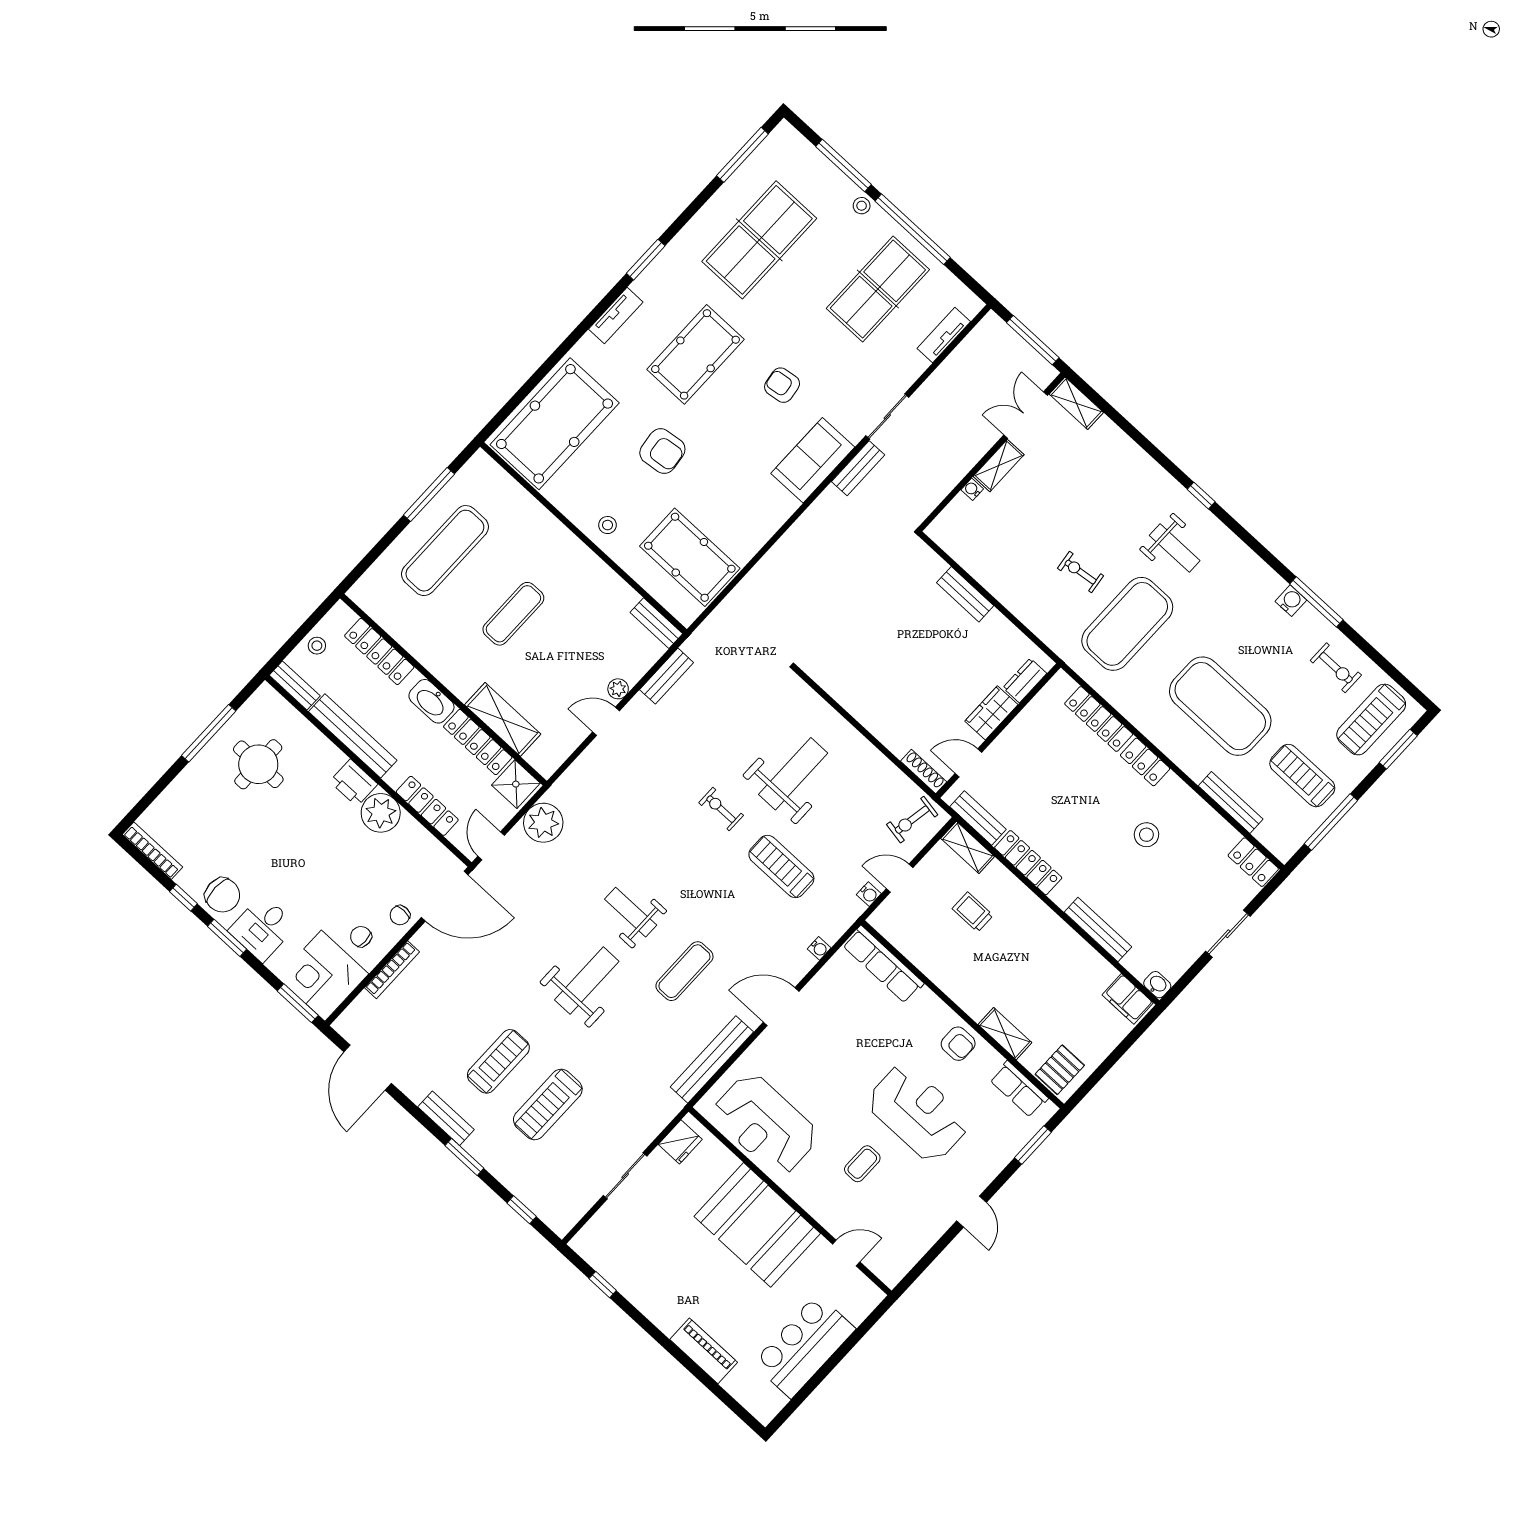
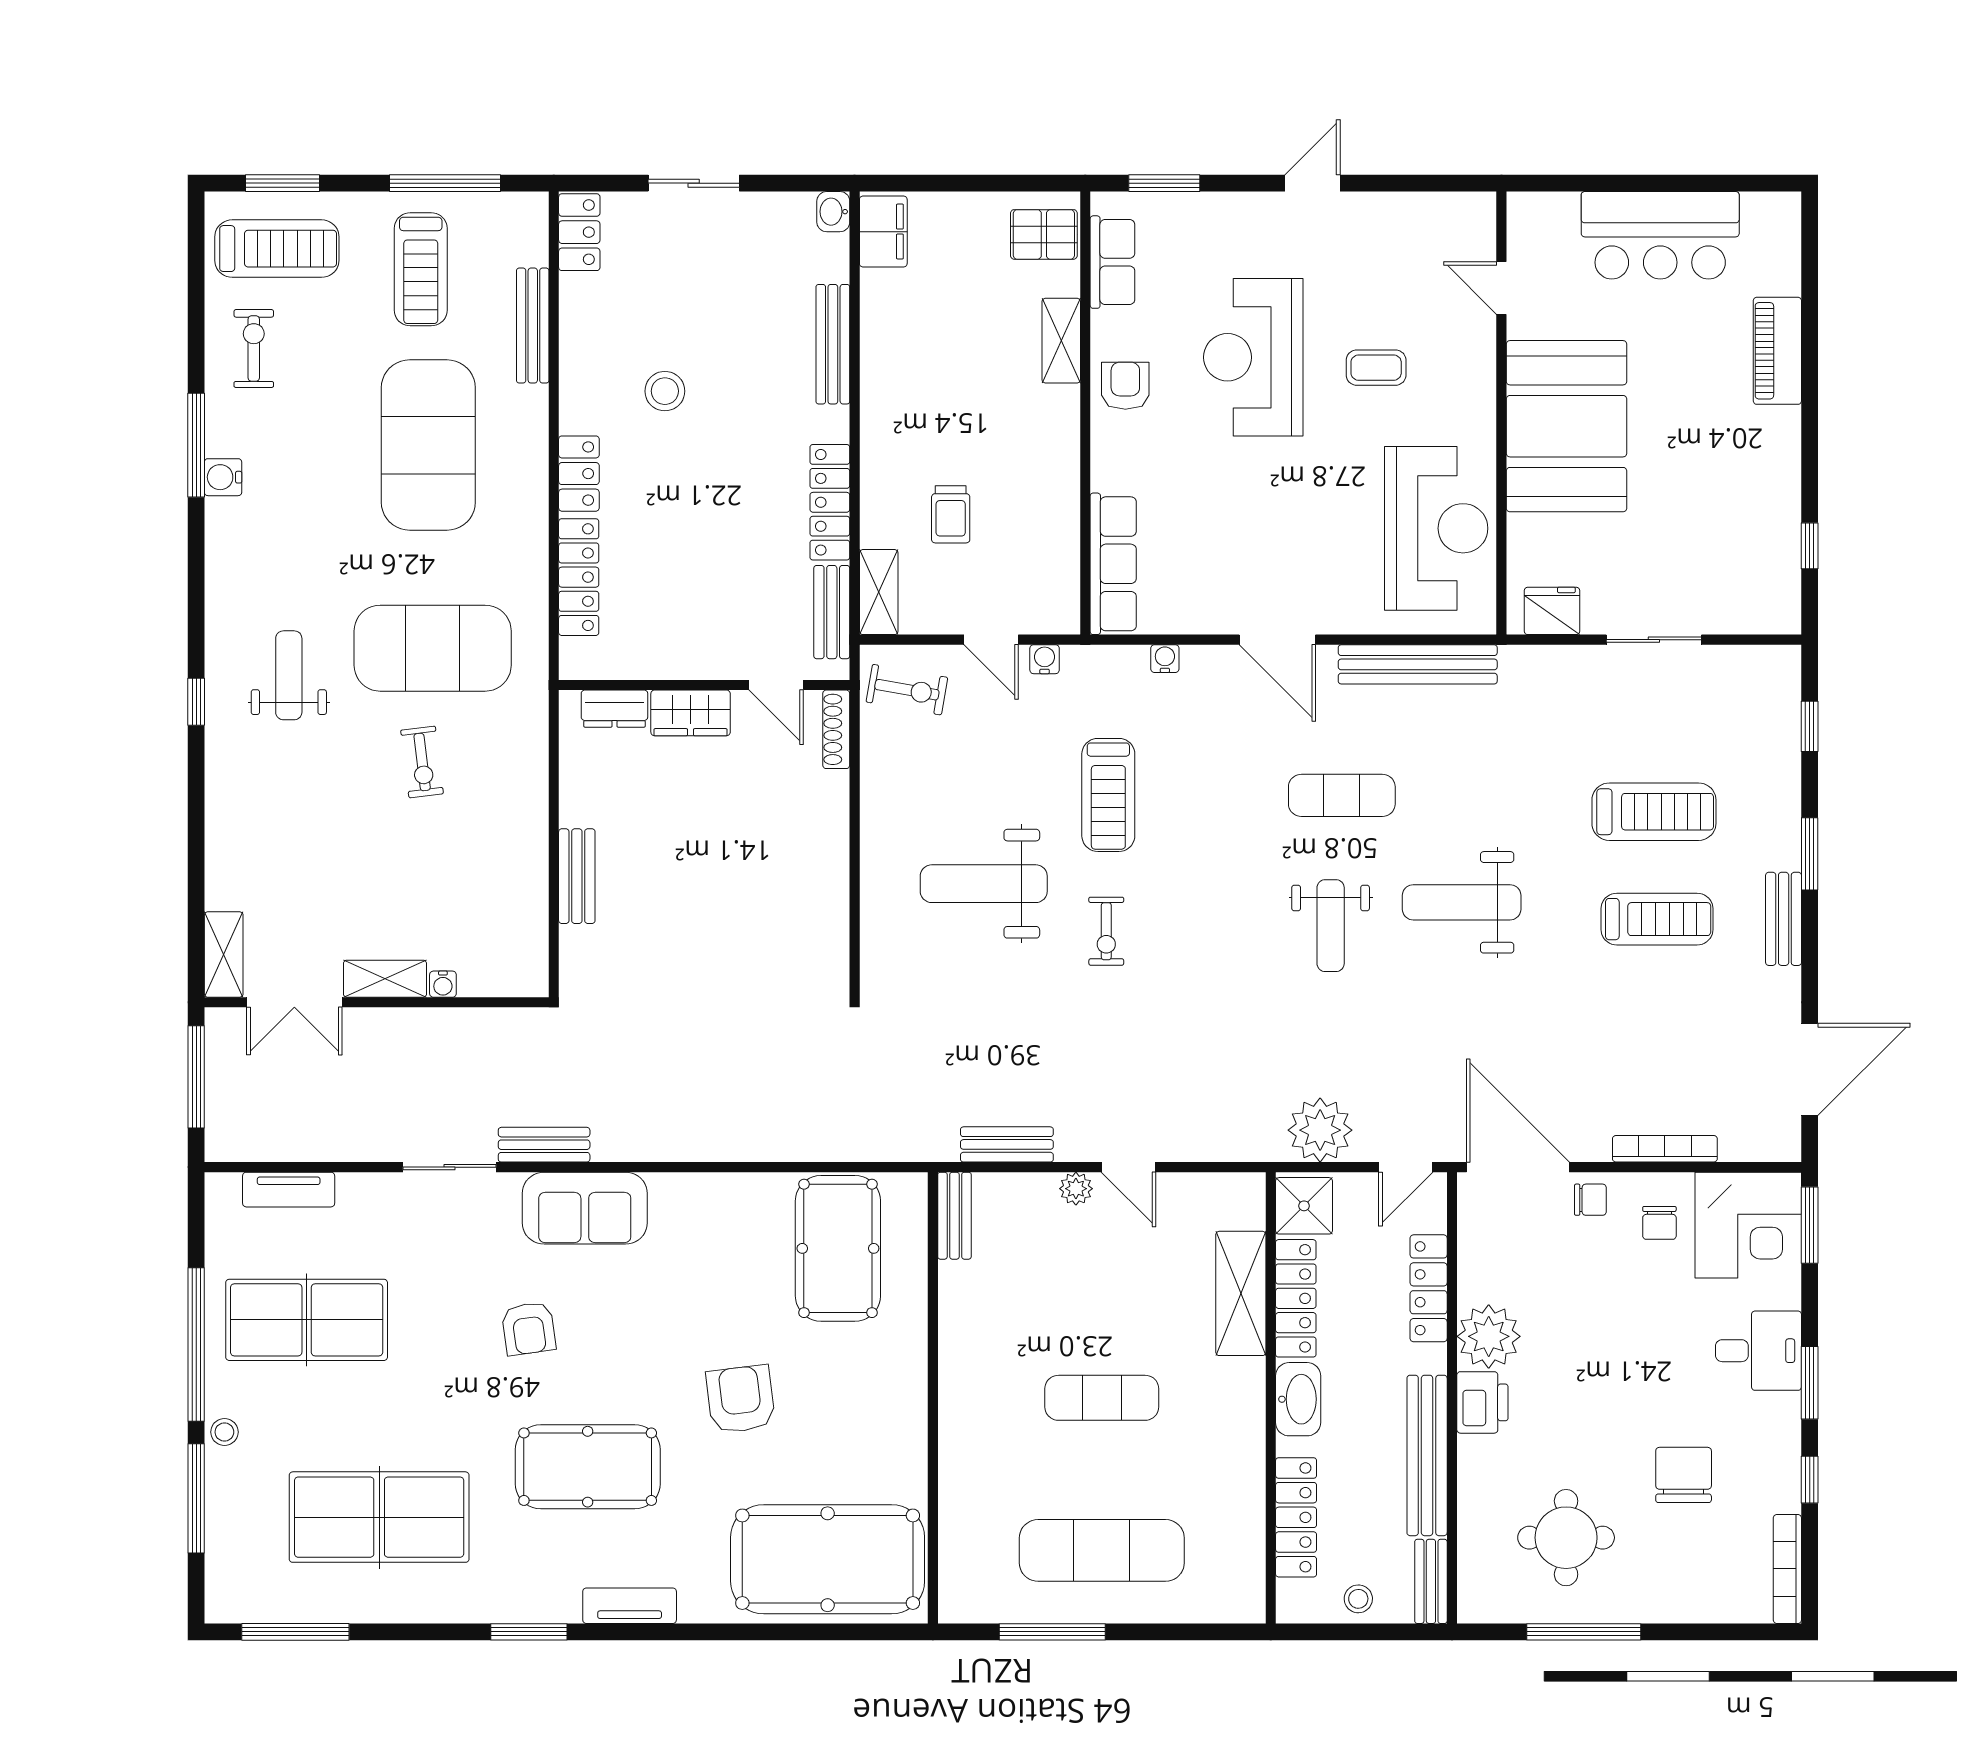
stool: (607, 525) -> (891, 1383), removed
chair: (222, 895) -> (1684, 1475), moved
treadmill: (498, 1061) -> (1657, 919), turned 180

